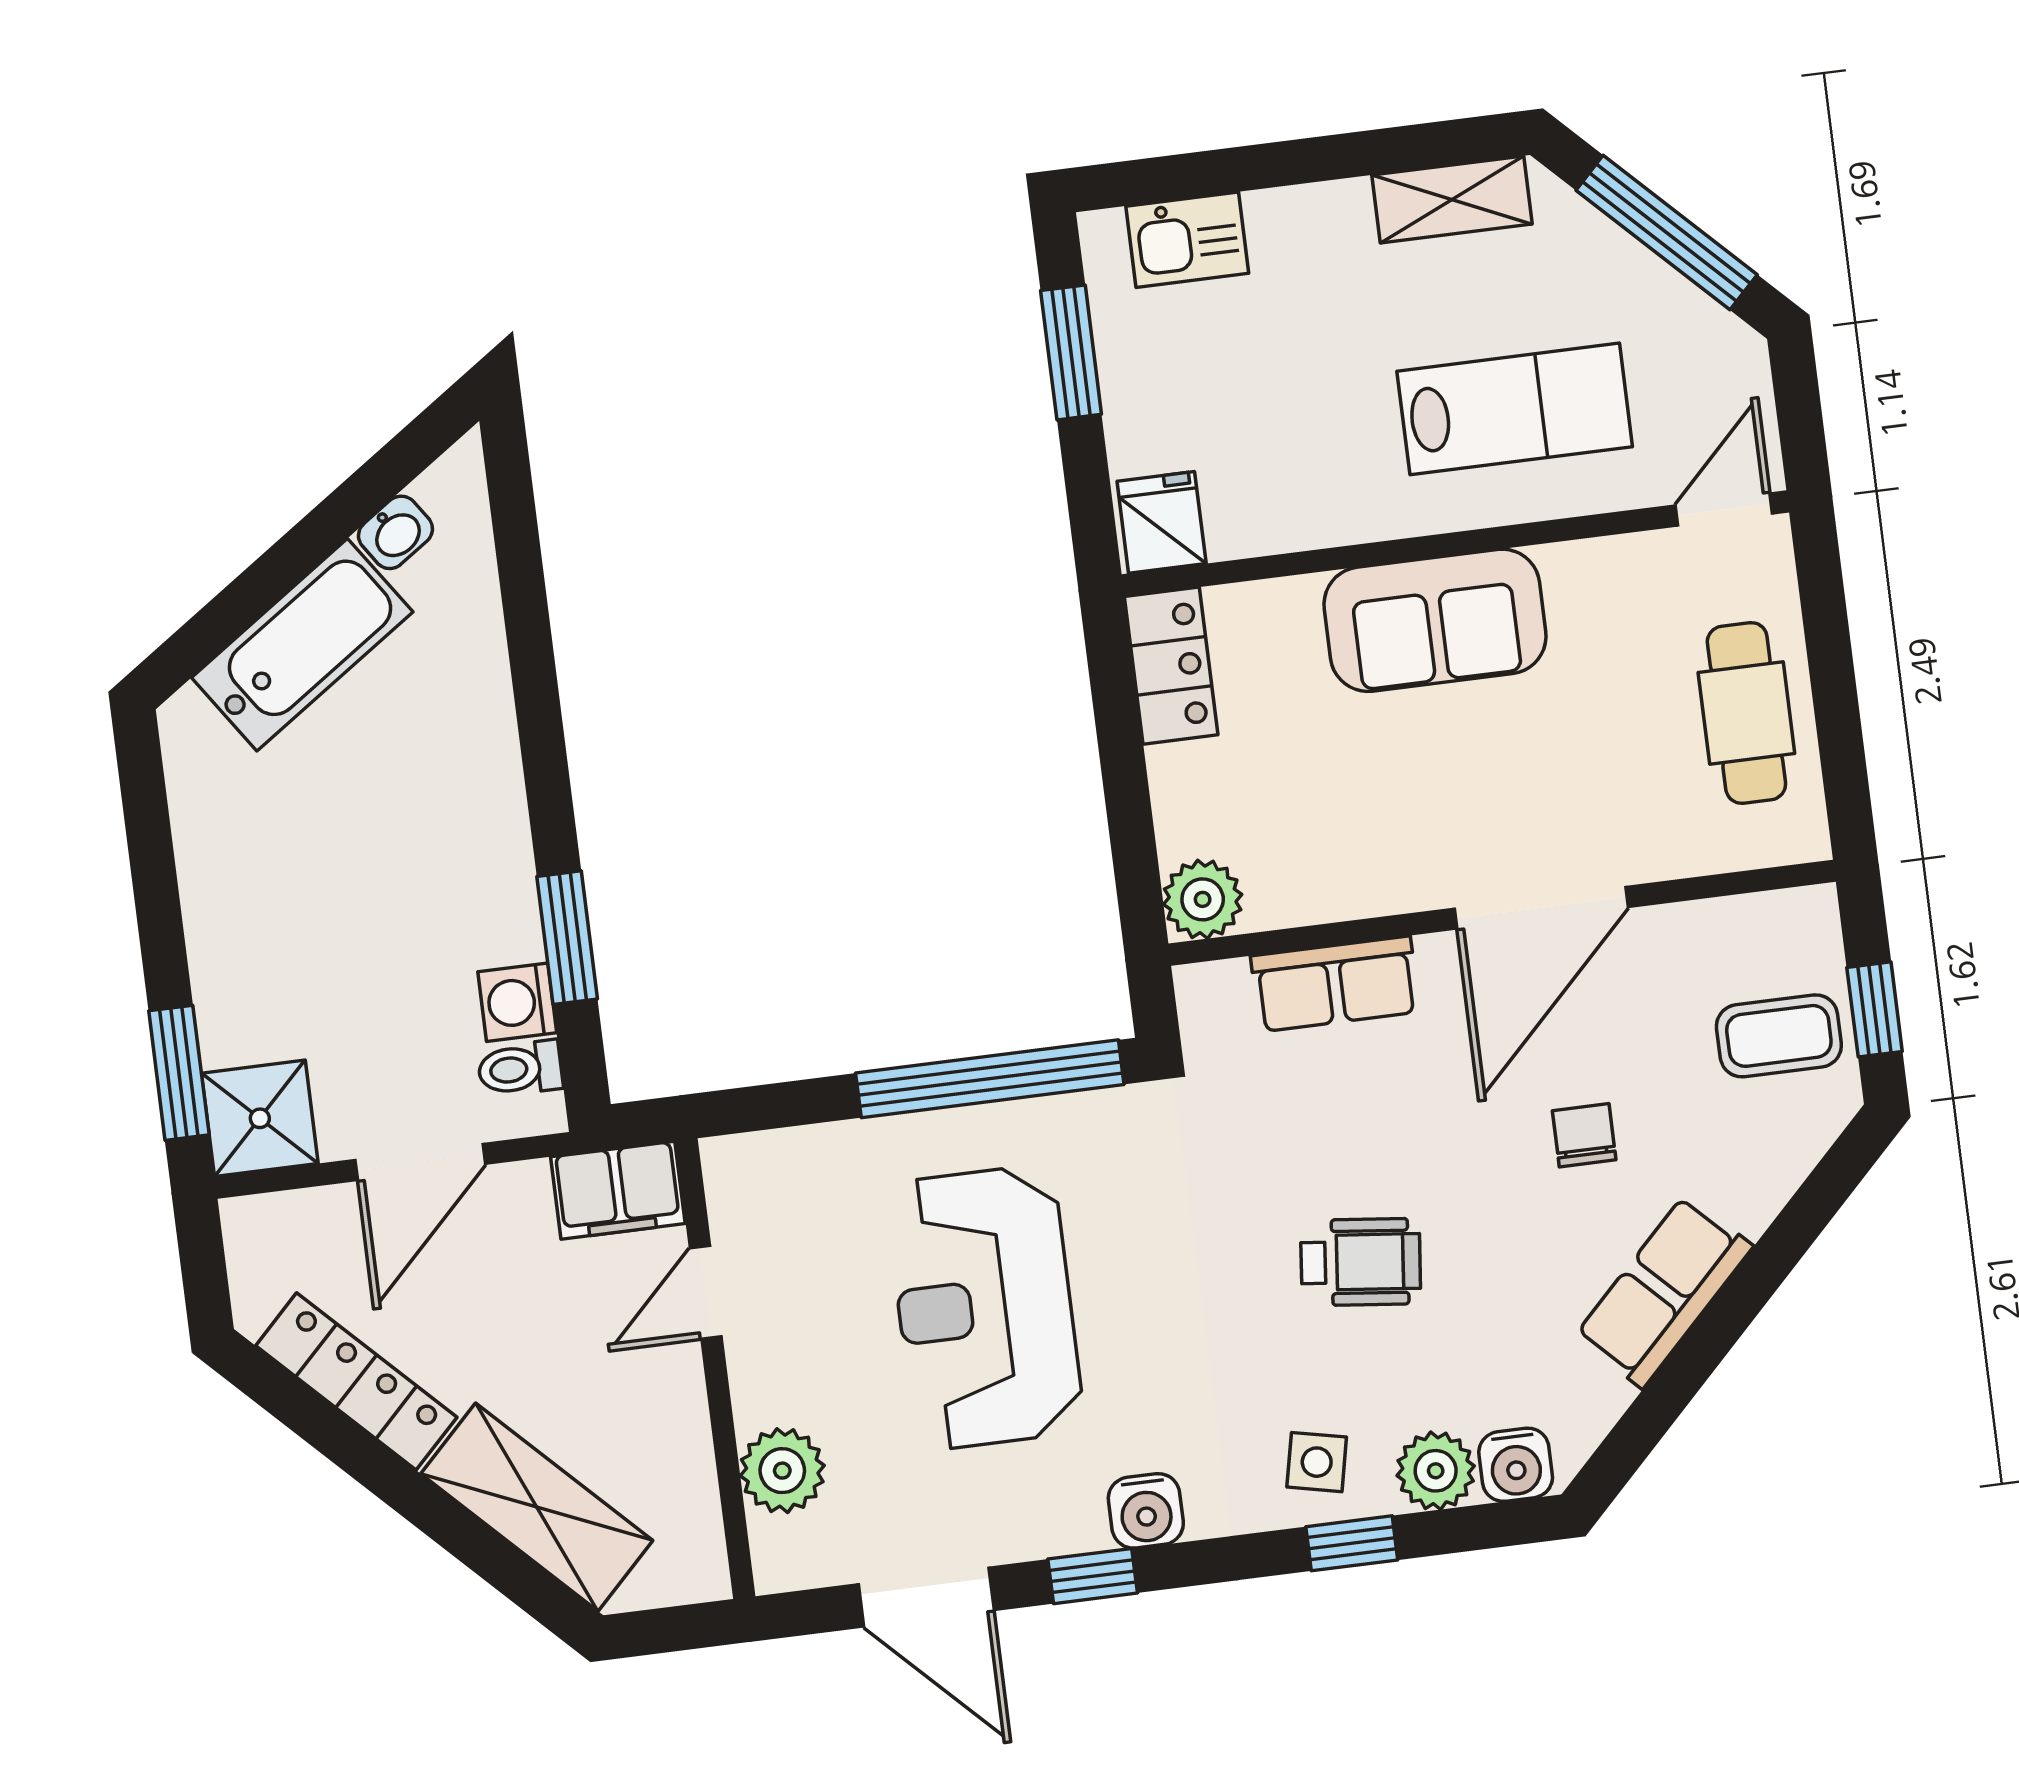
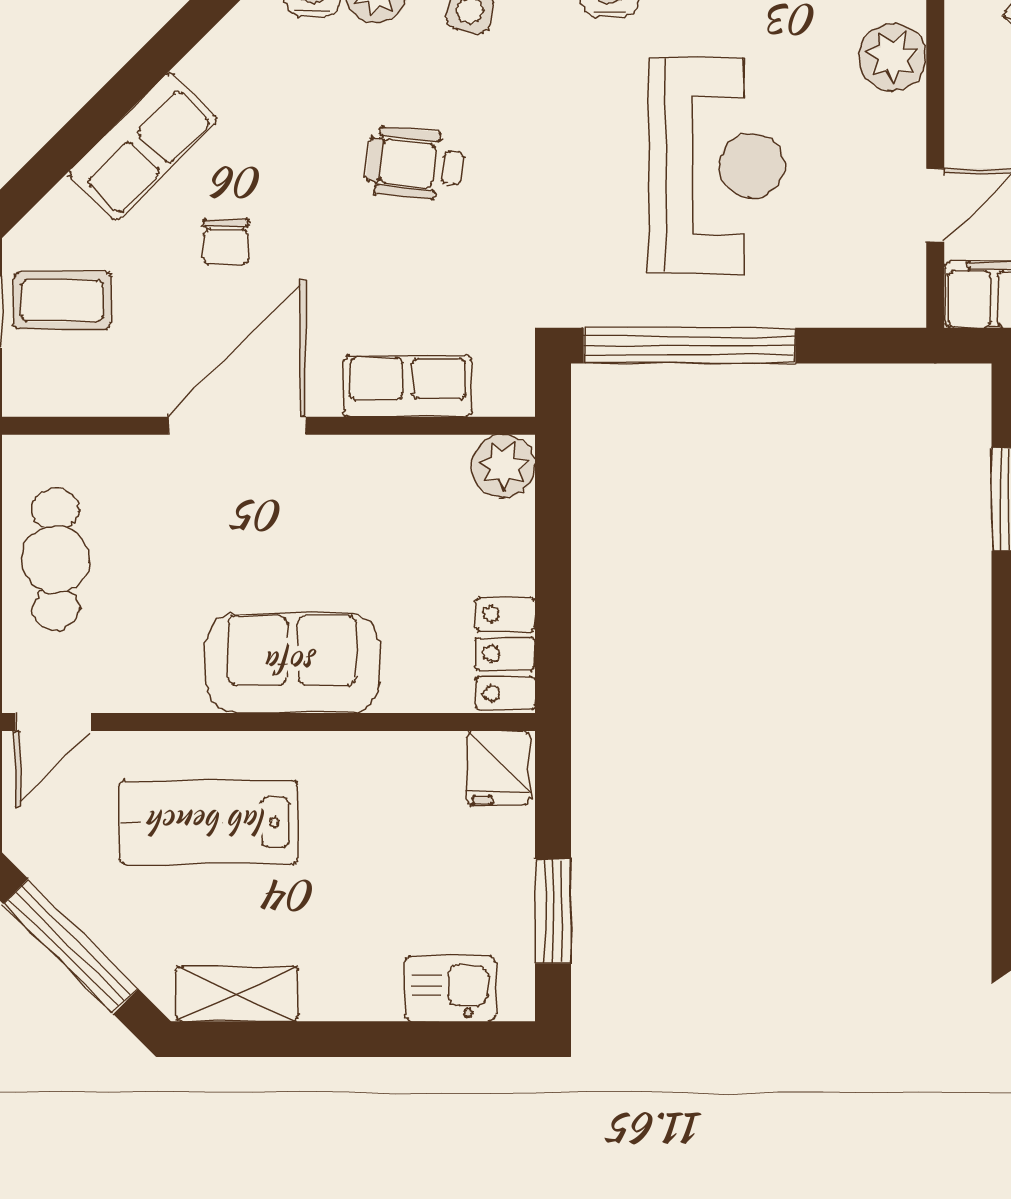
row of seats: (1664, 1291) -> (143, 146), moved

